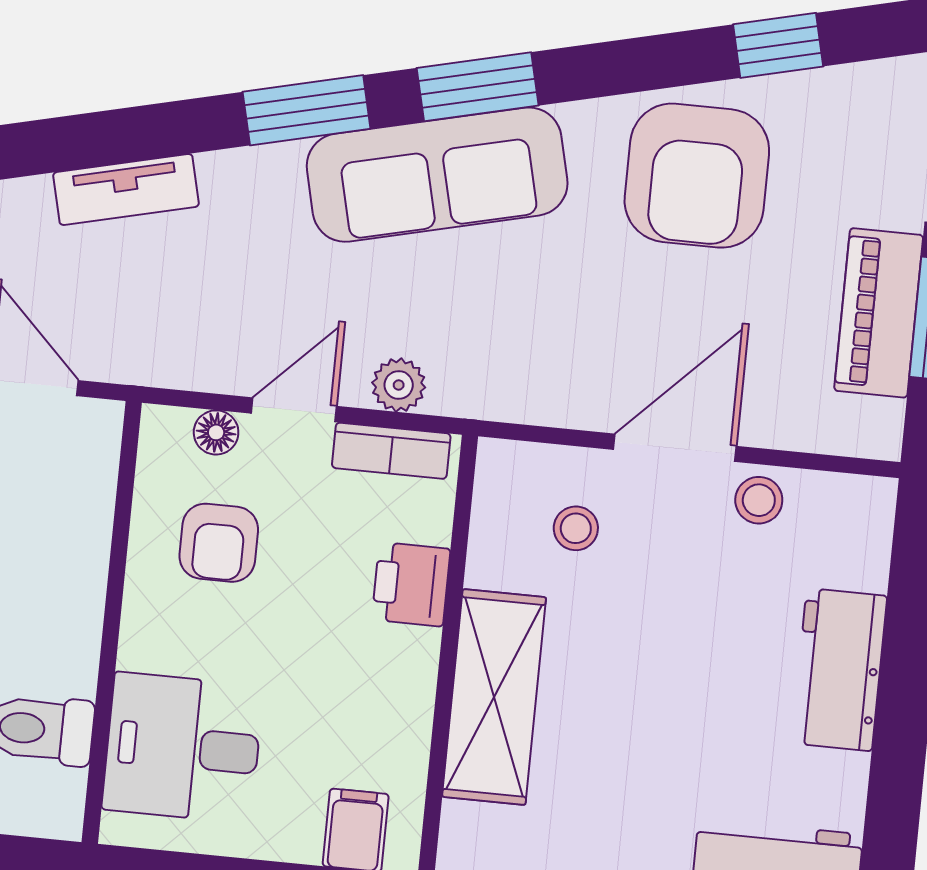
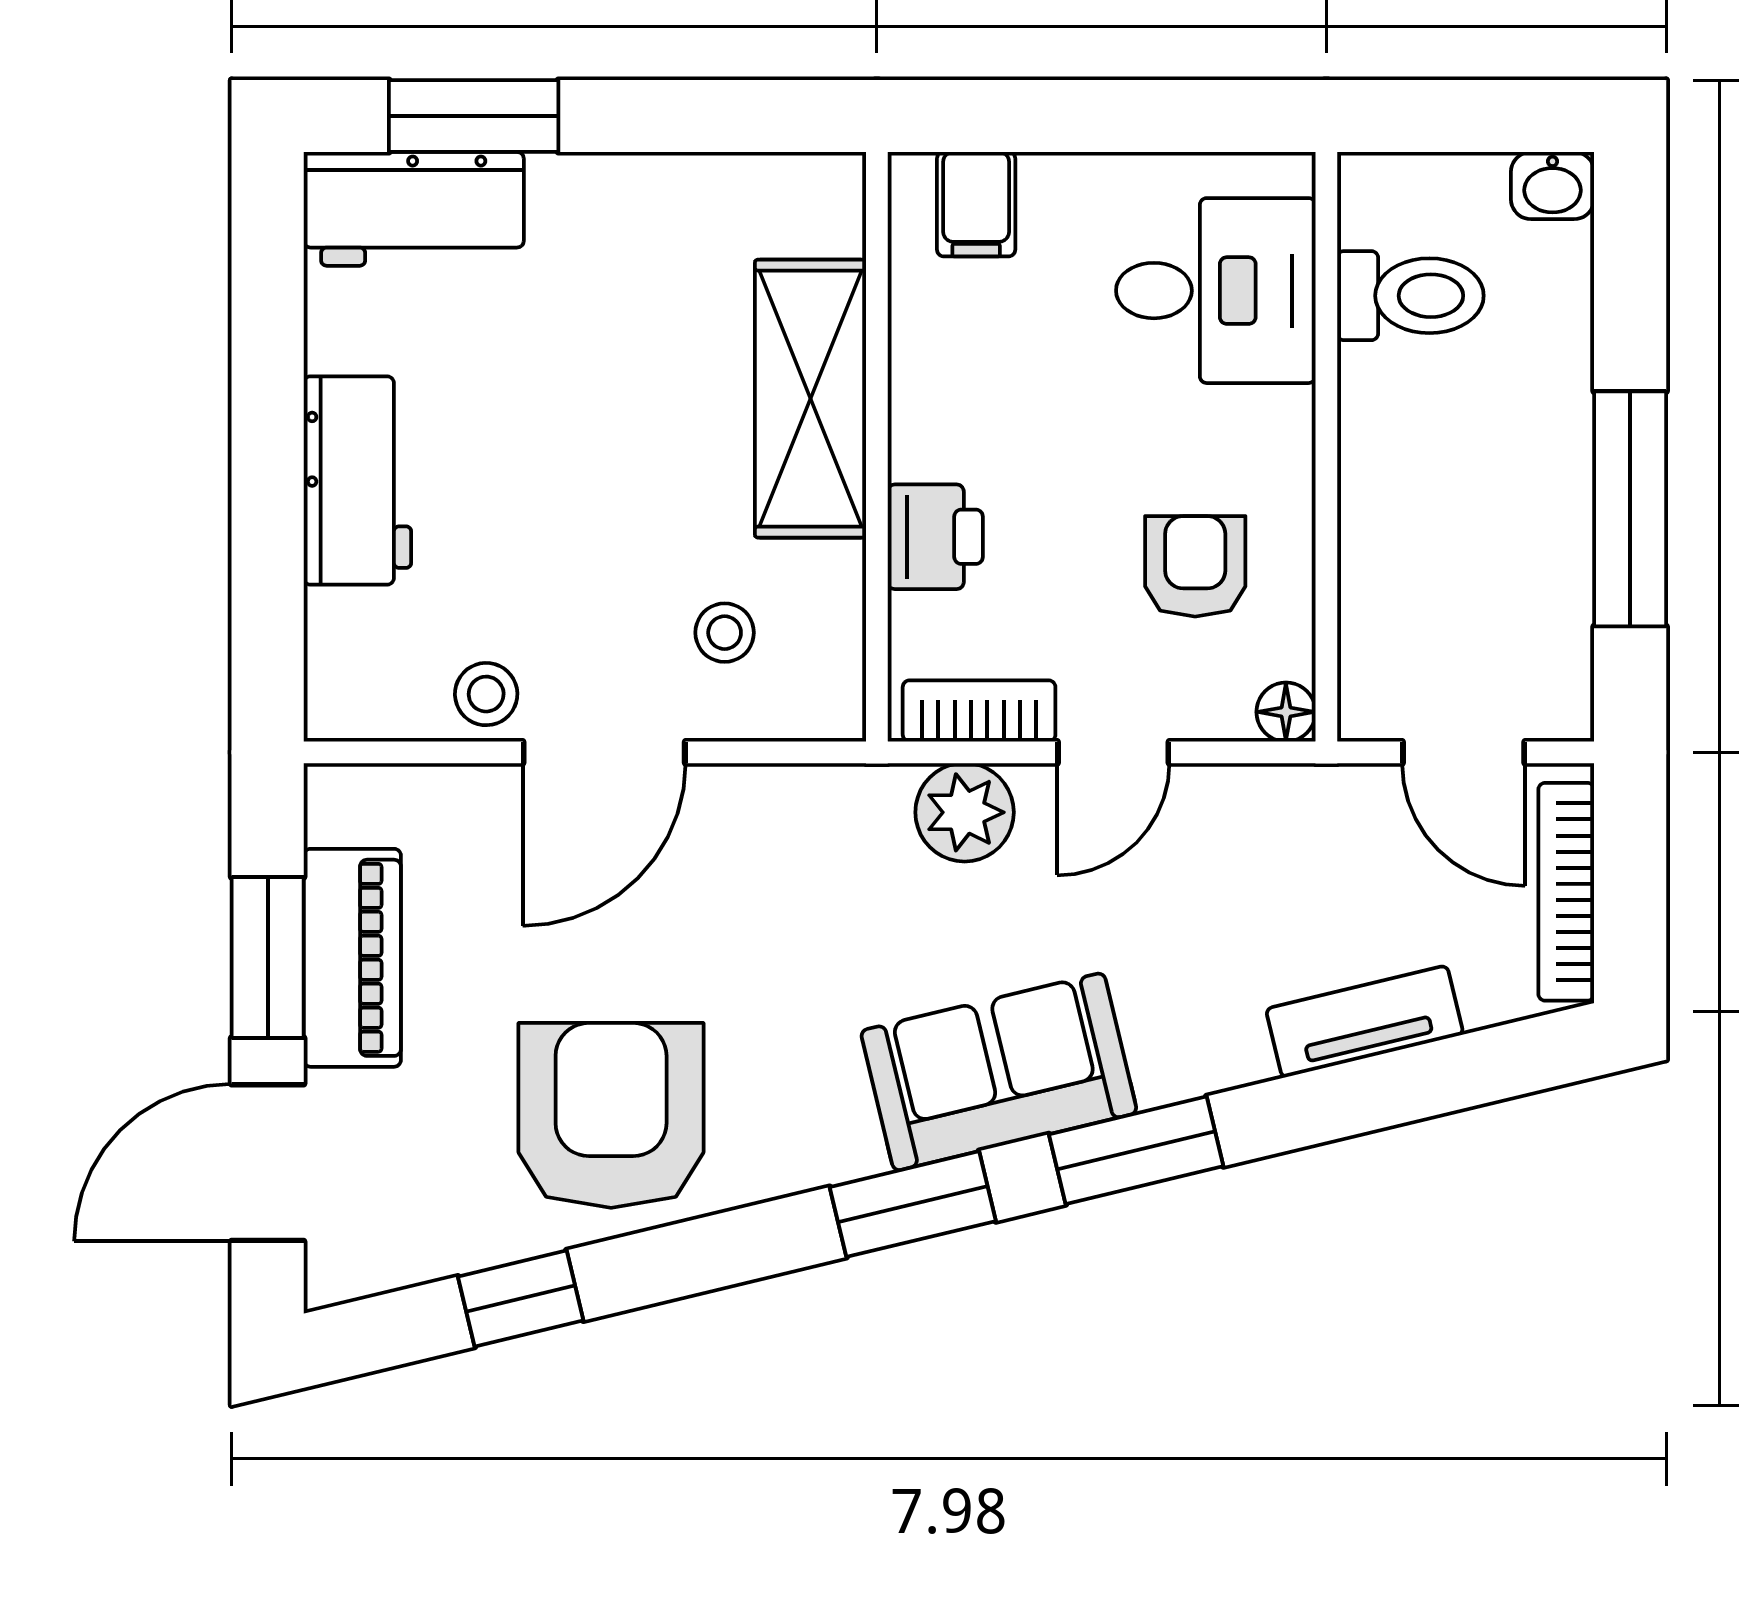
sofa: (437, 175) -> (999, 1072), width x0.73
plant: (399, 385) -> (965, 812), width x1.38, depth x1.38
floor lamp: (216, 432) -> (1286, 712), moved

